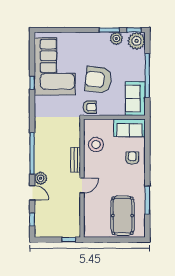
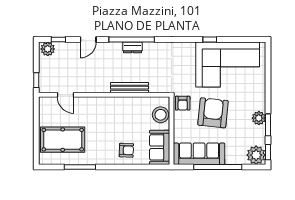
plant: (116, 38) -> (259, 118), moved
sofa: (135, 99) -> (199, 154), width x1.36
stool: (96, 144) -> (161, 115), moved
dresser: (39, 153) -> (132, 47), added
bench: (76, 160) -> (129, 88), width x1.36
plant: (41, 178) -> (48, 49), moved
door: (82, 185) -> (65, 95), moved

